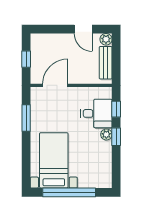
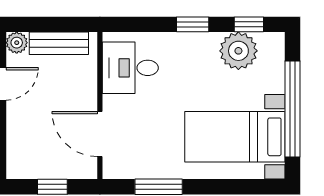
window: (116, 109) -> (249, 24), moved
desk: (96, 113) -> (130, 68), moved, turned -90
plant: (106, 134) -> (238, 51), moved, width x1.87, depth x1.87

